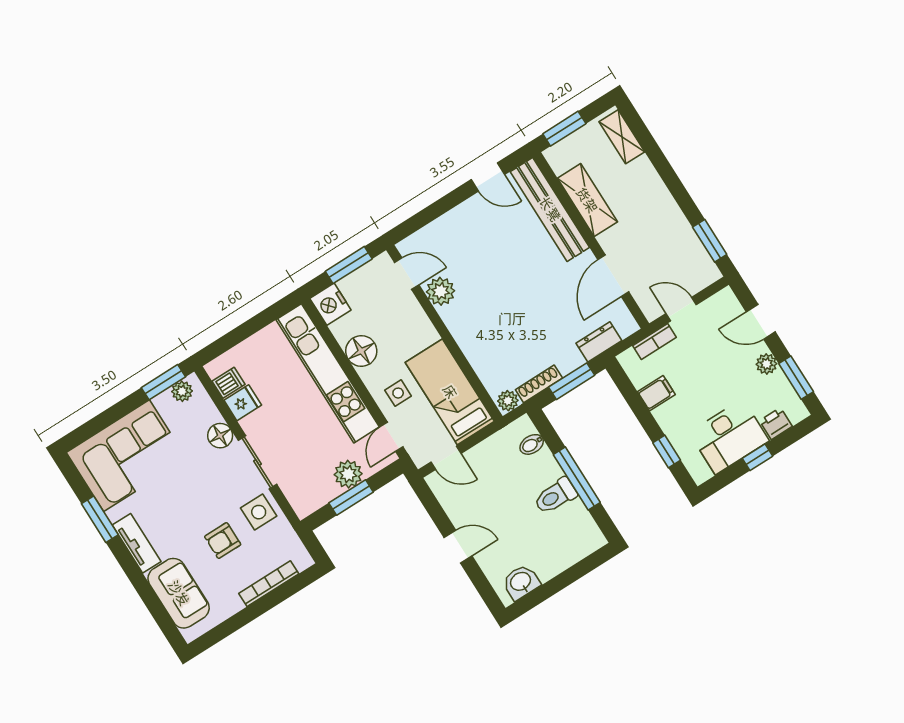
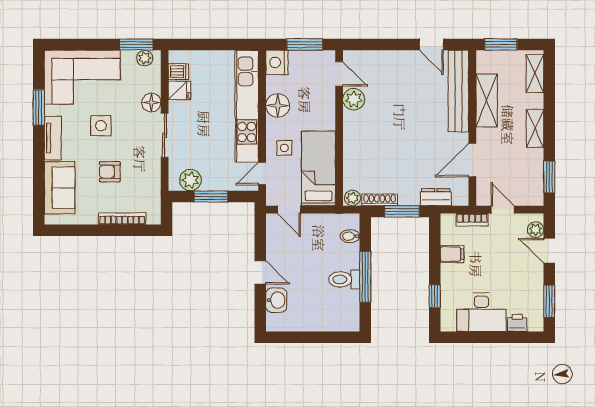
shelving: (660, 197) -> (535, 128), added
plant: (766, 364) -> (536, 230), moved
window: (757, 457) -> (491, 337), removed
plant: (348, 474) -> (190, 180), moved
side table: (259, 512) -> (101, 126), moved
washbasin: (521, 582) -> (276, 300), moved, turned 90

